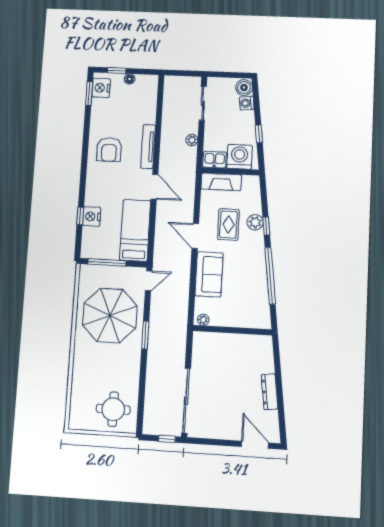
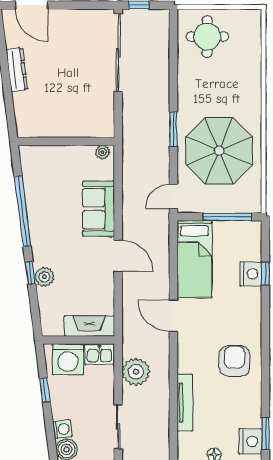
plant: (192, 140) -> (136, 372), width x1.87, depth x1.87
tv unit: (148, 147) -> (185, 403), moved
rug: (228, 225) -> (77, 272), removed

